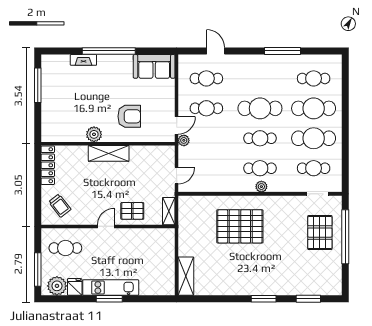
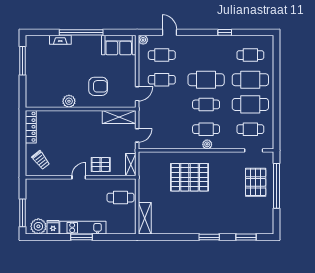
window: (283, 51) -> (225, 32), width x0.46
plant: (184, 140) -> (143, 40), moved
shelving: (109, 153) -> (119, 117), moved
cafe table: (65, 248) -> (121, 198), moved

